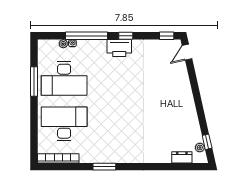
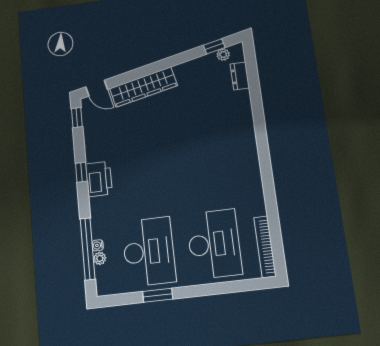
window: (86, 36) -> (88, 249), moved
window: (34, 81) -> (158, 295), width x0.69
wardrobe: (183, 87) -> (143, 87), added
desk: (64, 124) -> (214, 244), turned 180
window: (104, 167) -> (267, 179), removed

